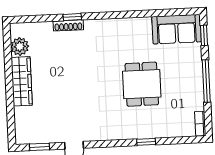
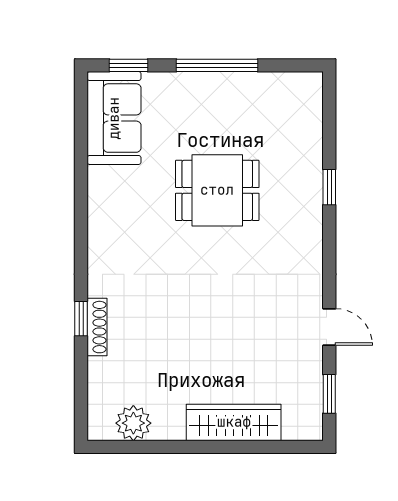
wardrobe: (22, 81) -> (234, 422), moved
bookcase: (200, 124) -> (299, 81), removed

